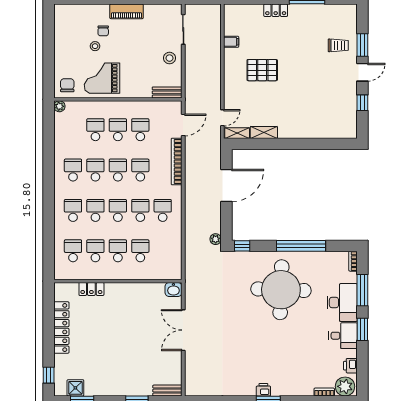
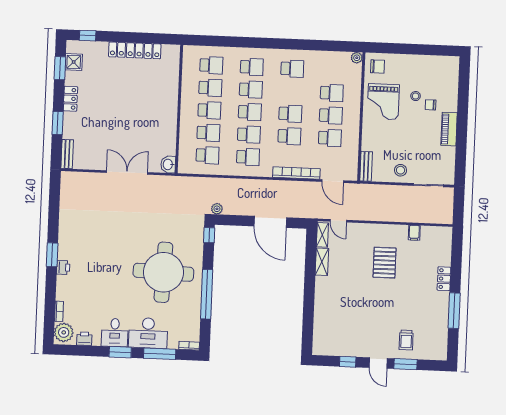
grand piano: (102, 78) -> (383, 102), turned 180
school desk: (95, 170) -> (207, 155), moved
locker: (91, 289) -> (70, 99), moved, turned 180
printer: (263, 390) -> (63, 267), moved

